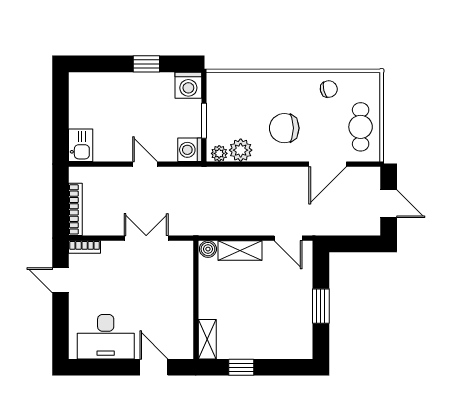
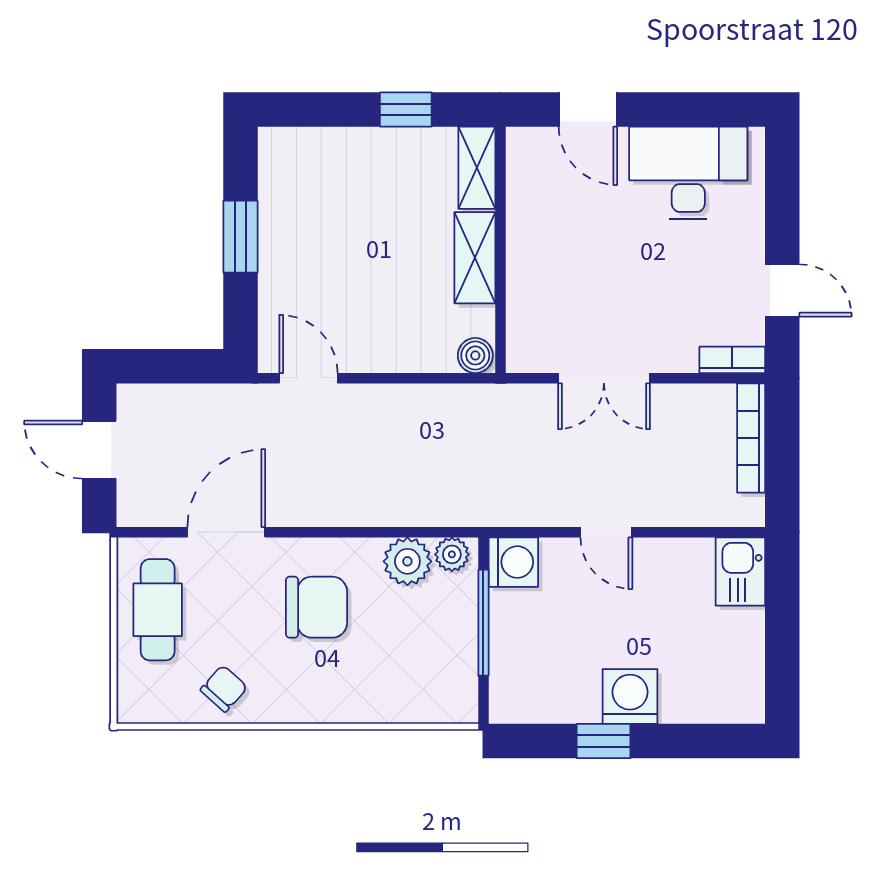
washing machine: (188, 85) -> (630, 696), moved
chair: (329, 89) -> (224, 689), turned 145
window: (204, 121) -> (483, 623), width x1.44
shelving: (240, 250) -> (475, 258), moved, turned 90

